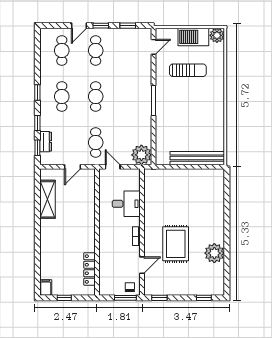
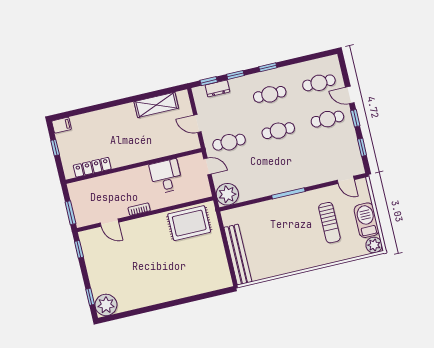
door: (113, 167) -> (207, 166), hinge flipped
desk: (126, 204) -> (166, 176), moved, turned 180
rug: (176, 244) -> (189, 223), moved
plant: (214, 253) -> (106, 305), moved
chair: (130, 287) -> (83, 215), removed

